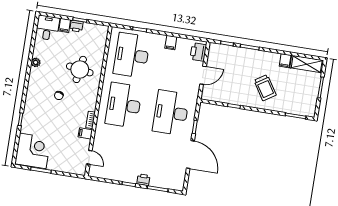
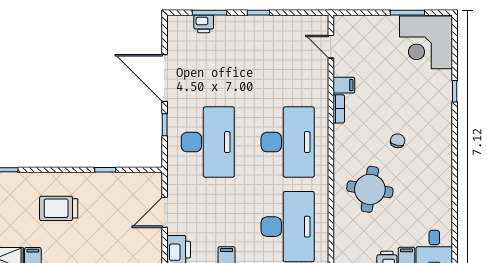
plant: (36, 62) -> (445, 189), removed
trolley: (265, 88) -> (59, 208), turned -57
printer: (143, 180) -> (204, 24), moved

